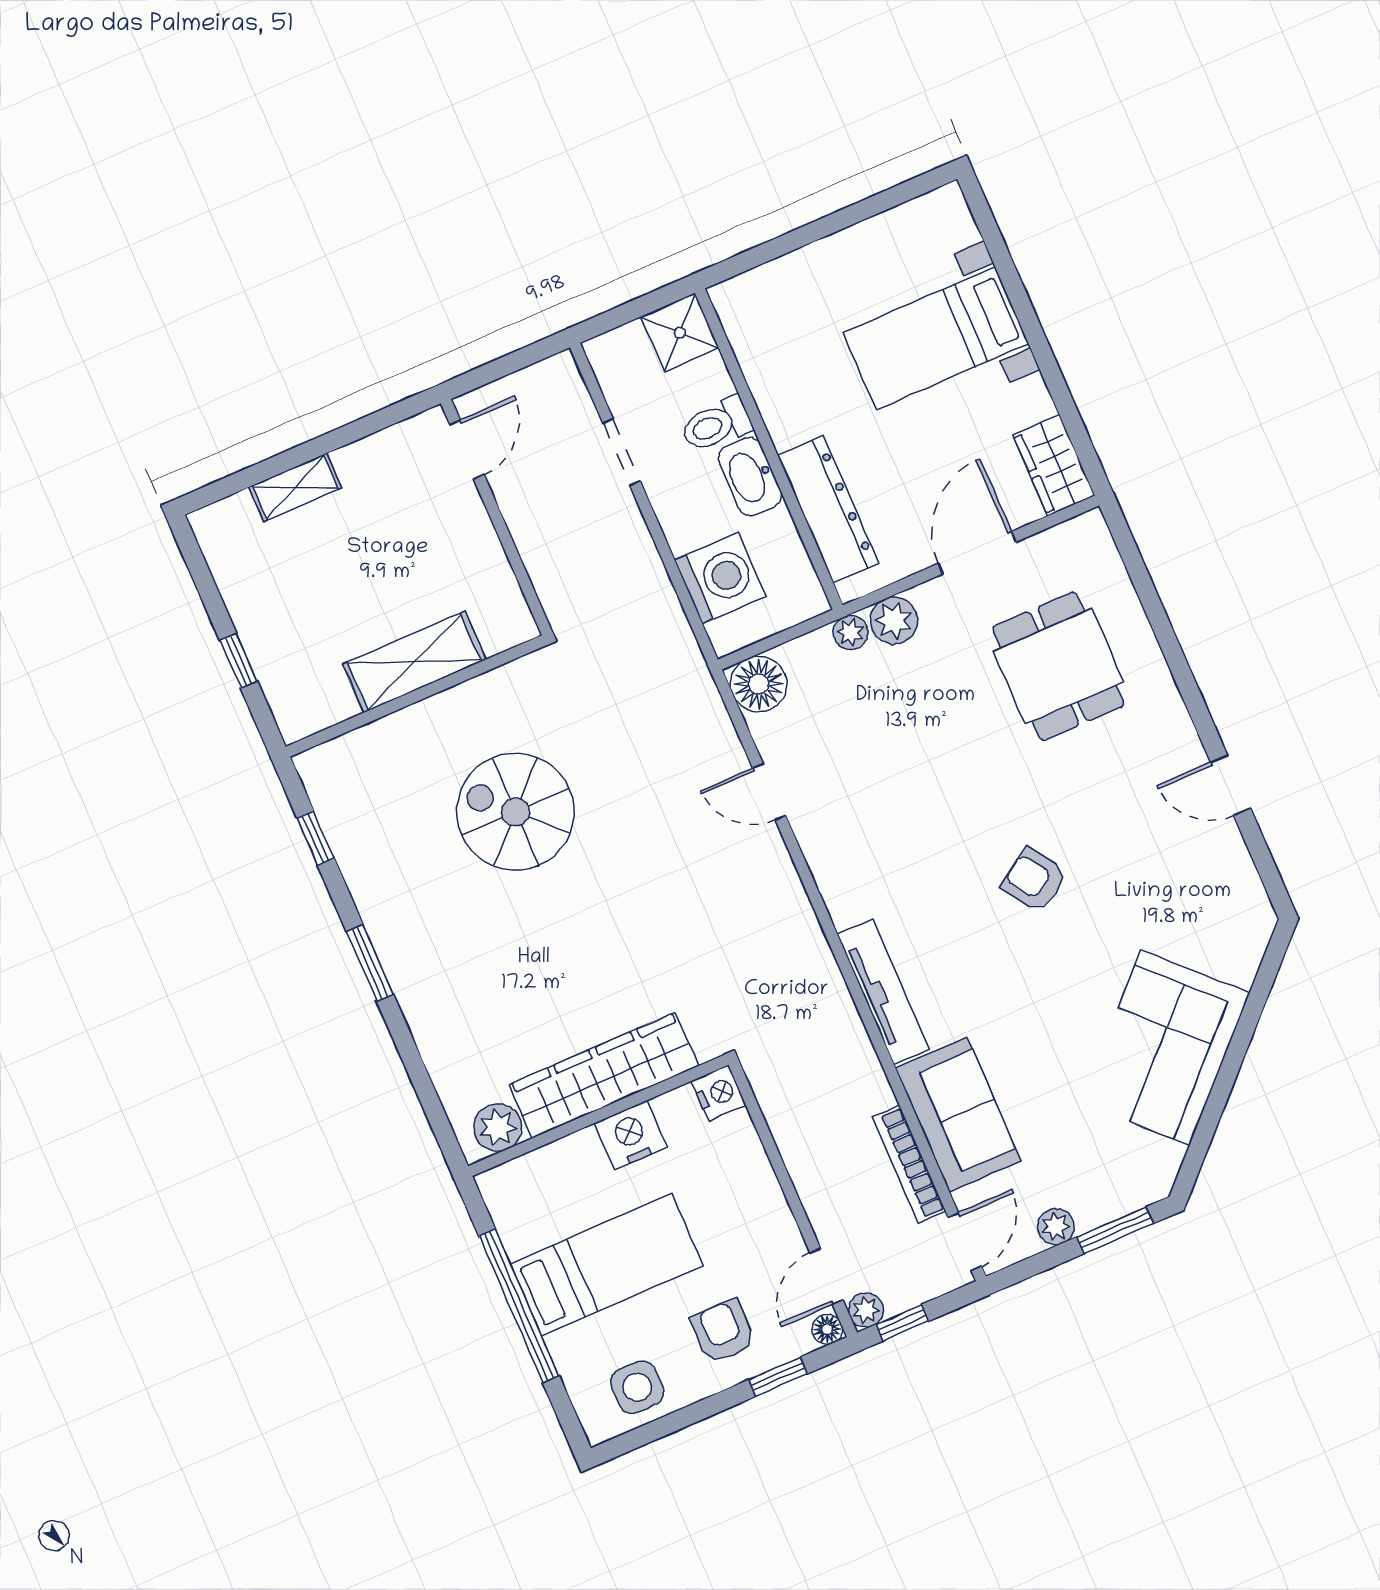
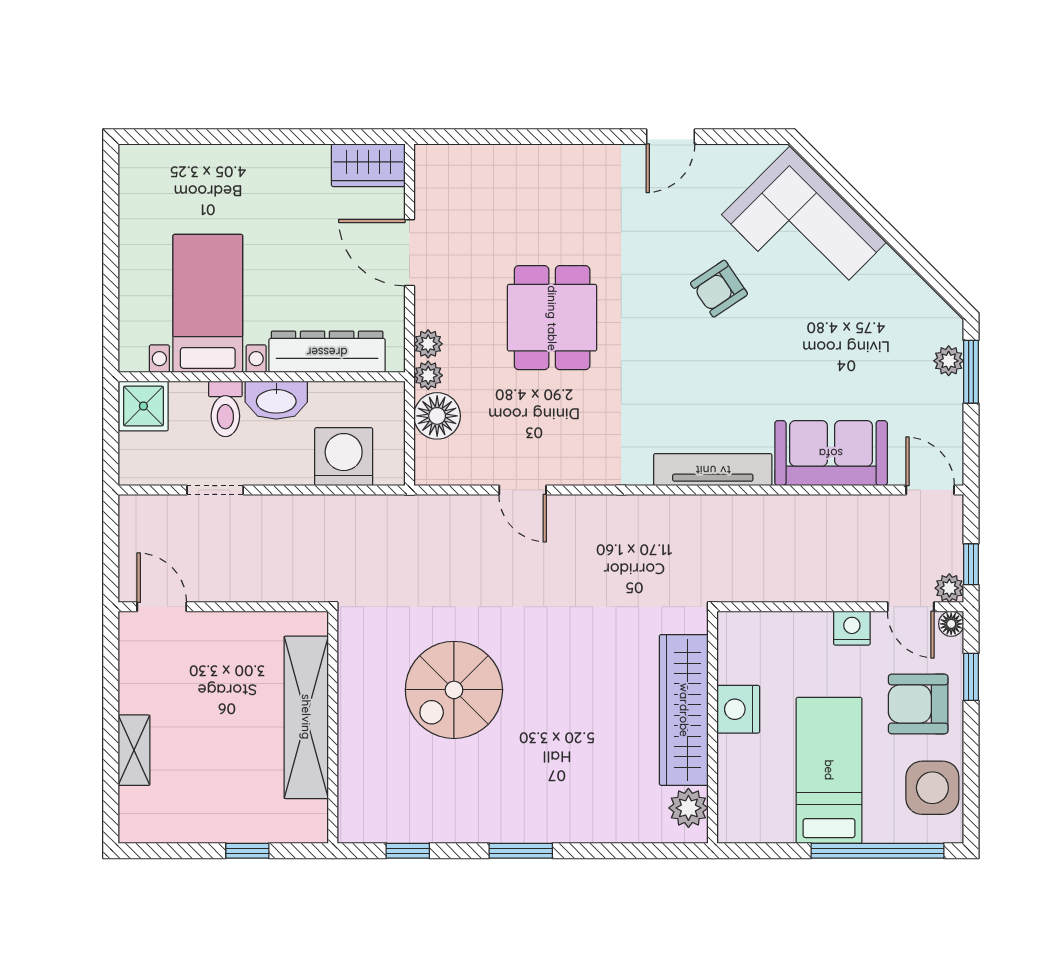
bed with nightstands: (936, 338) -> (208, 303), moved, turned 180
plant: (894, 620) -> (428, 344), width x0.73, depth x0.73
shelving: (414, 662) -> (306, 717), width x1.47
dining table: (1058, 666) -> (552, 318), moved, turned 90
floor lamp: (759, 684) -> (437, 416), moved
door: (769, 792) -> (523, 490), hinge flipped
armchair: (1034, 880) -> (719, 289), moved
corner sofa: (1165, 1048) -> (804, 228), moved
nightstand: (719, 1093) -> (852, 628), moved
bookcase: (909, 1164) -> (853, 507), removed
plant: (1056, 1227) -> (949, 361), moved
window: (519, 1306) -> (877, 851), moved
armchair: (723, 1331) -> (918, 704), width x1.38, depth x1.38
side table: (637, 1387) -> (932, 788), width x1.37, depth x1.37

